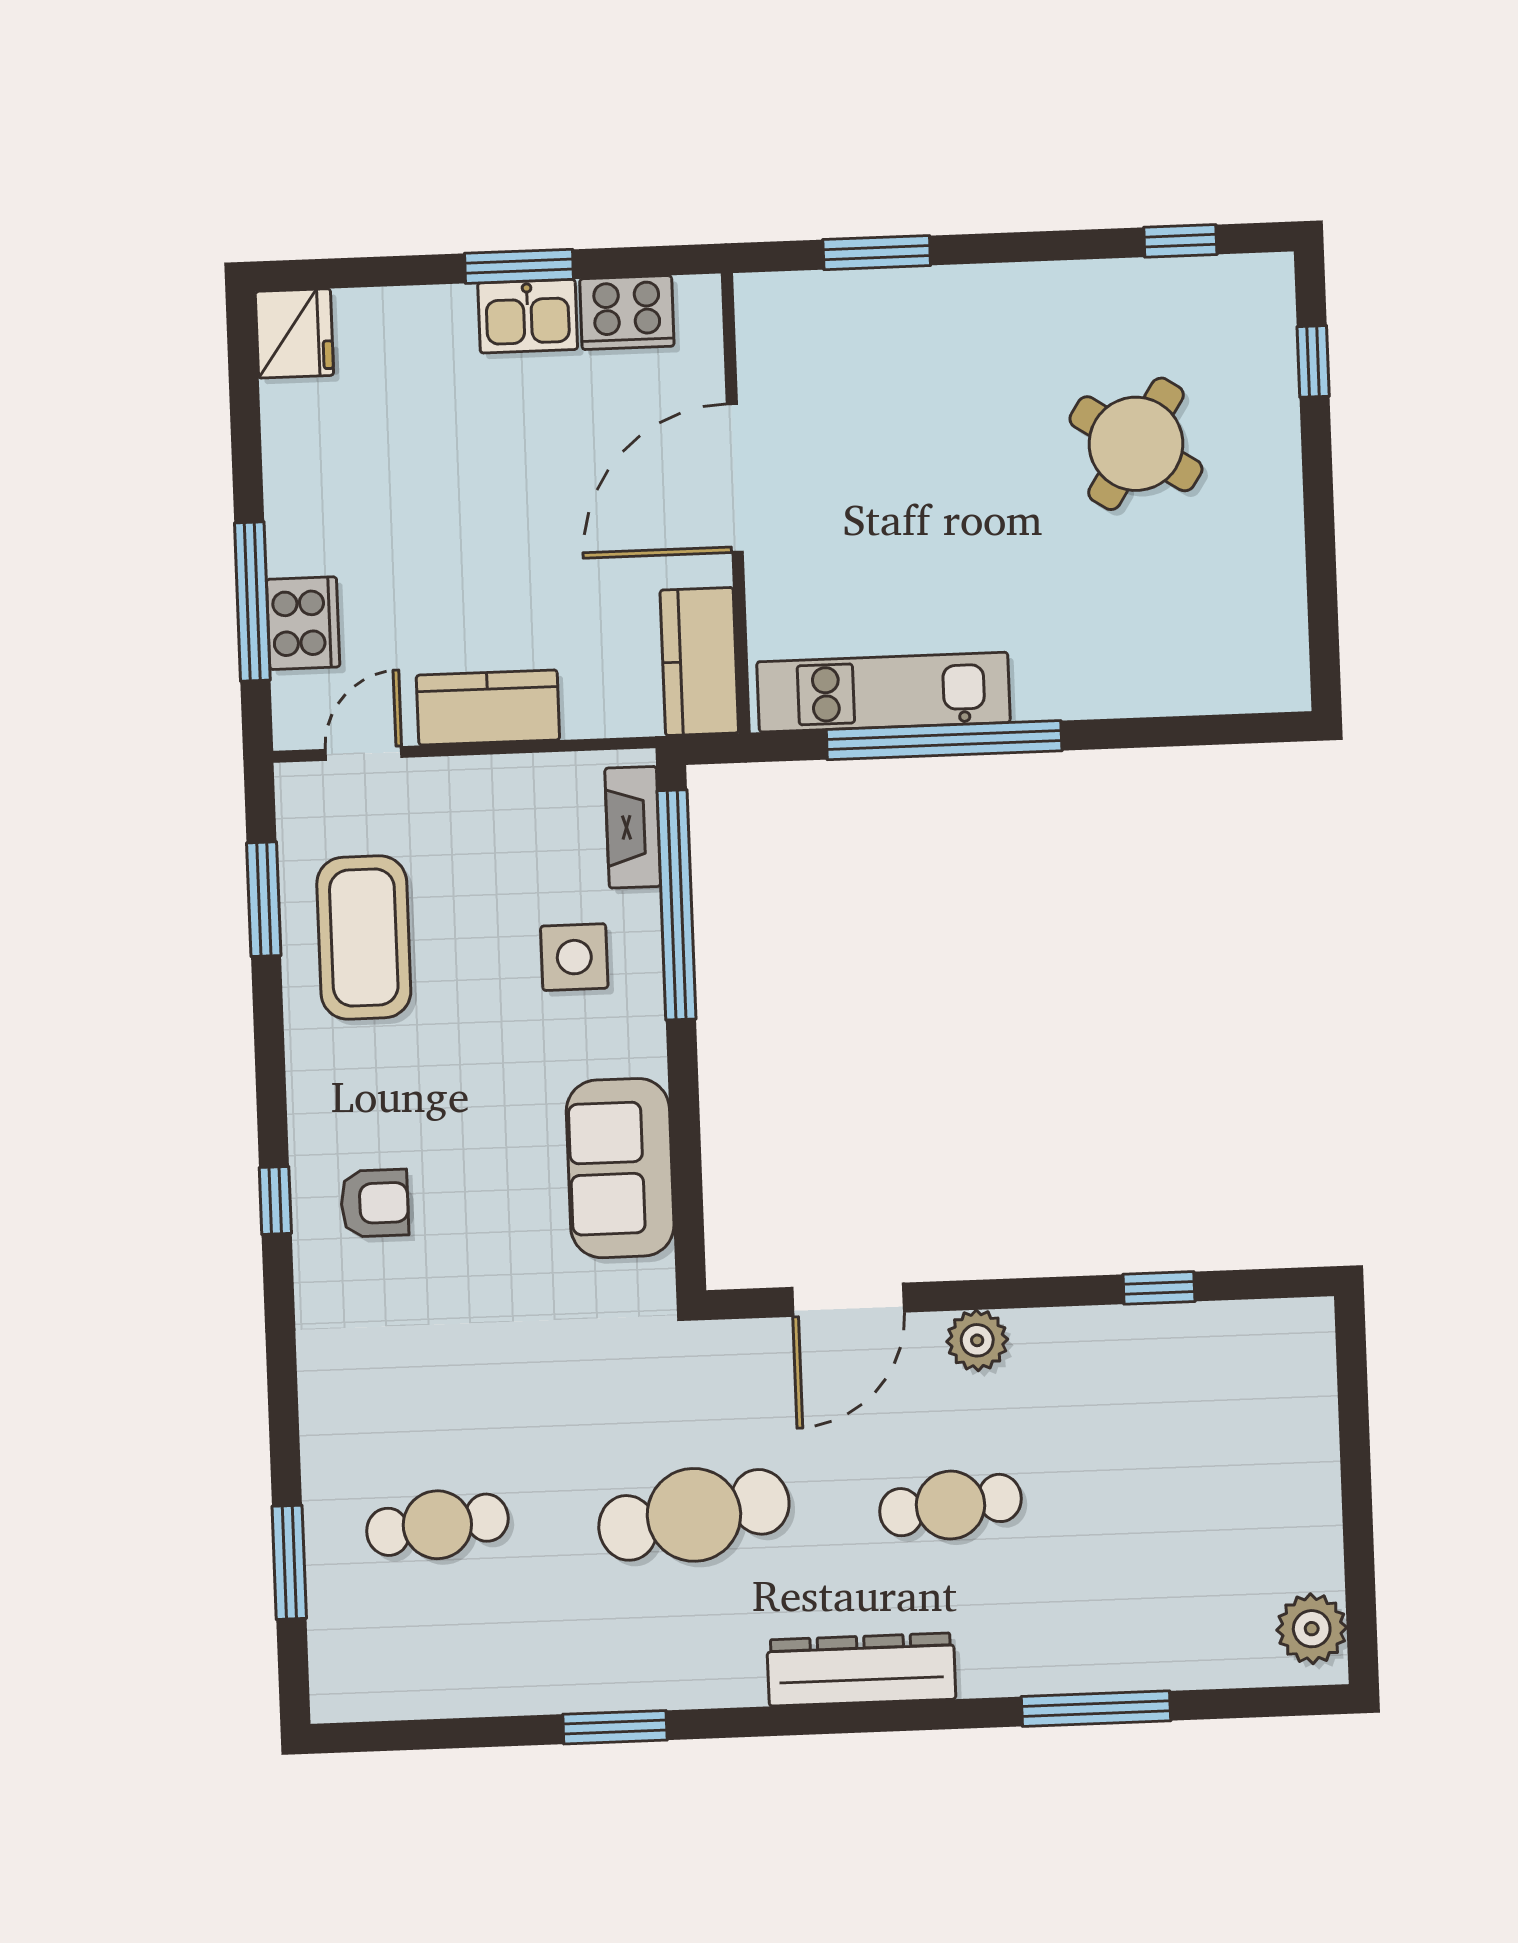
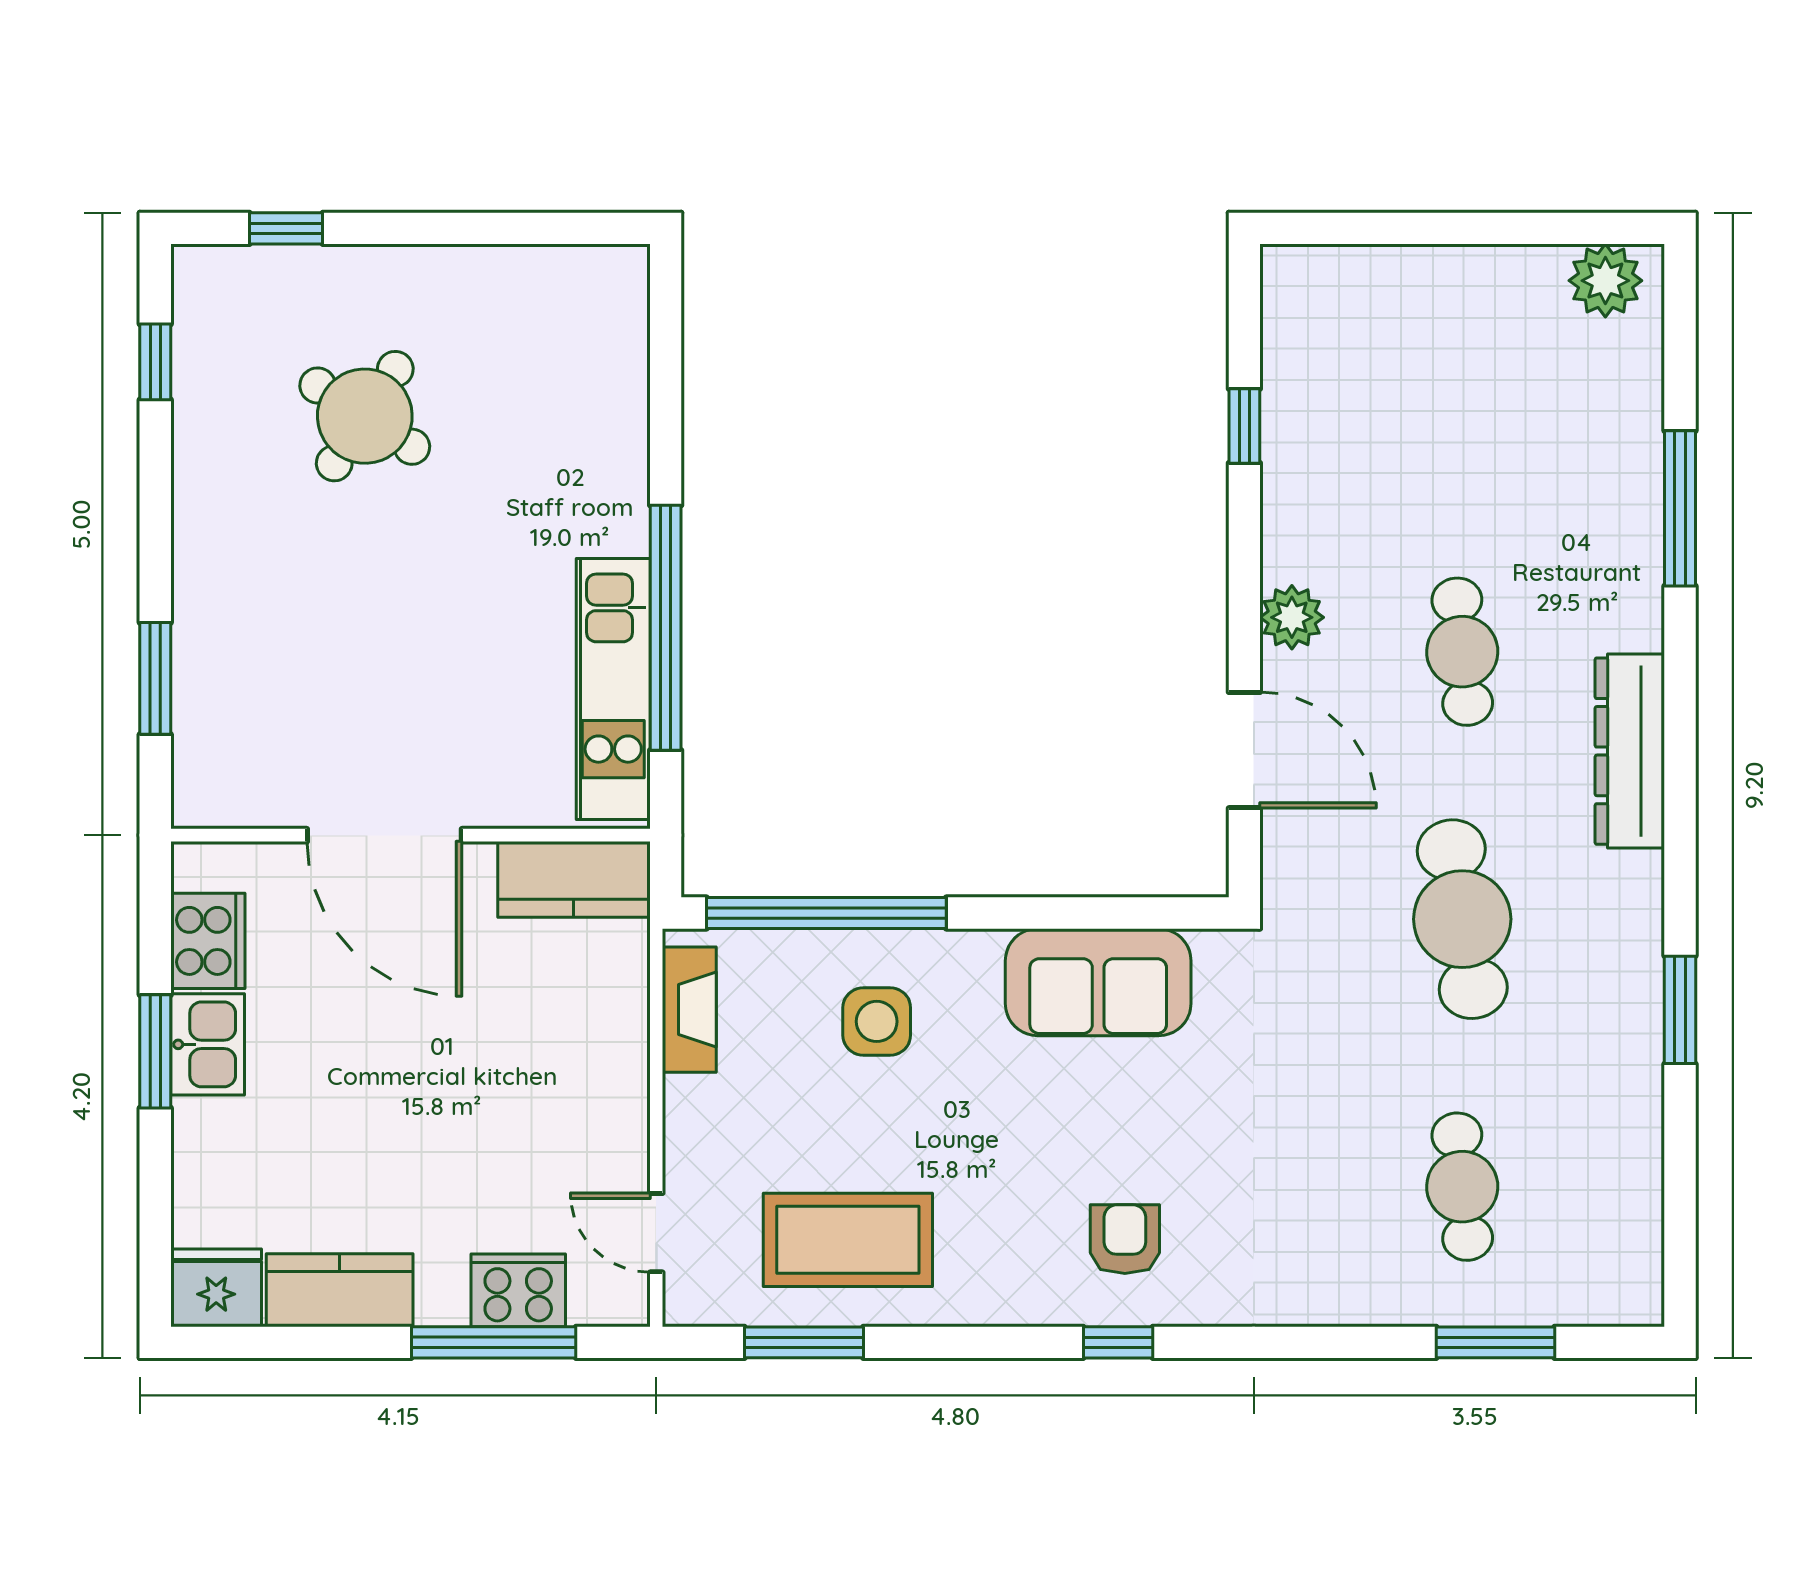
kitchen counter: (488, 708) -> (340, 1290), moved, turned 90
fireplace: (633, 827) -> (689, 1010), moved, turned -90

